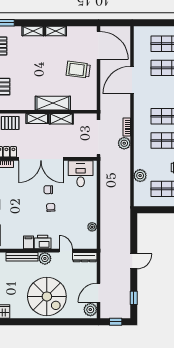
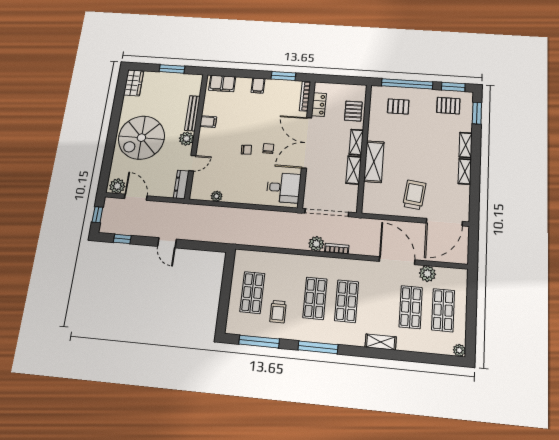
plant: (140, 176) -> (427, 274), moved
printer: (43, 242) -> (206, 137), removed

